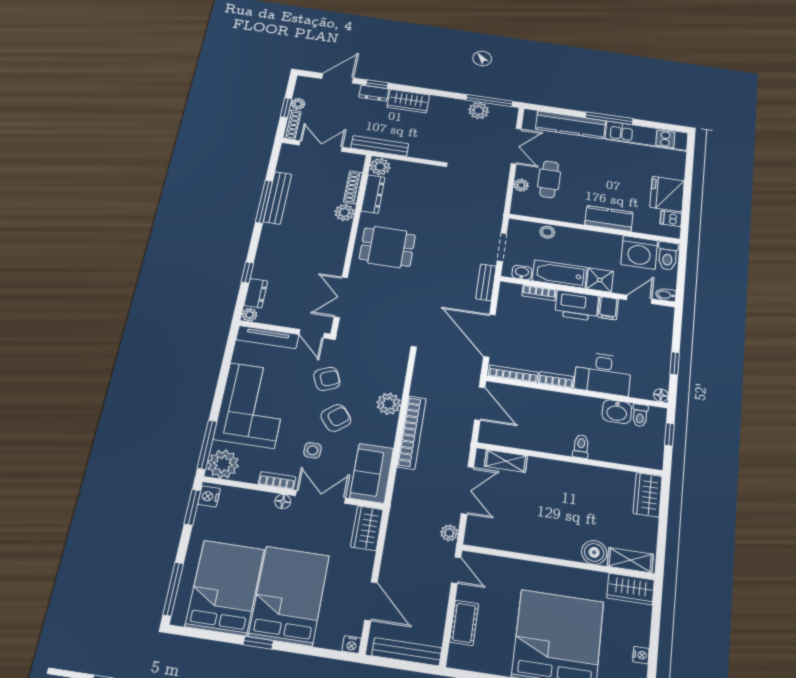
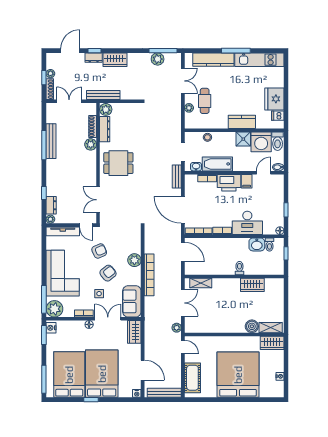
shower: (600, 280) -> (243, 139), moved
wardrobe: (648, 495) -> (252, 285), moved, turned -90
cot: (464, 623) -> (192, 378), width x1.37, depth x1.34

